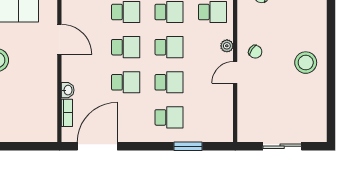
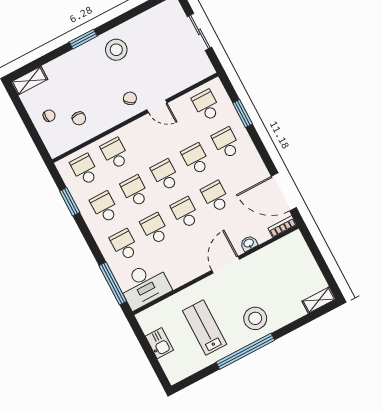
window: (331, 38) -> (83, 39), added
door: (59, 39) -> (226, 265), moved
plant: (227, 46) -> (138, 126), removed
bookcase: (67, 113) -> (282, 227), moved
school desk: (212, 117) -> (206, 105), added

